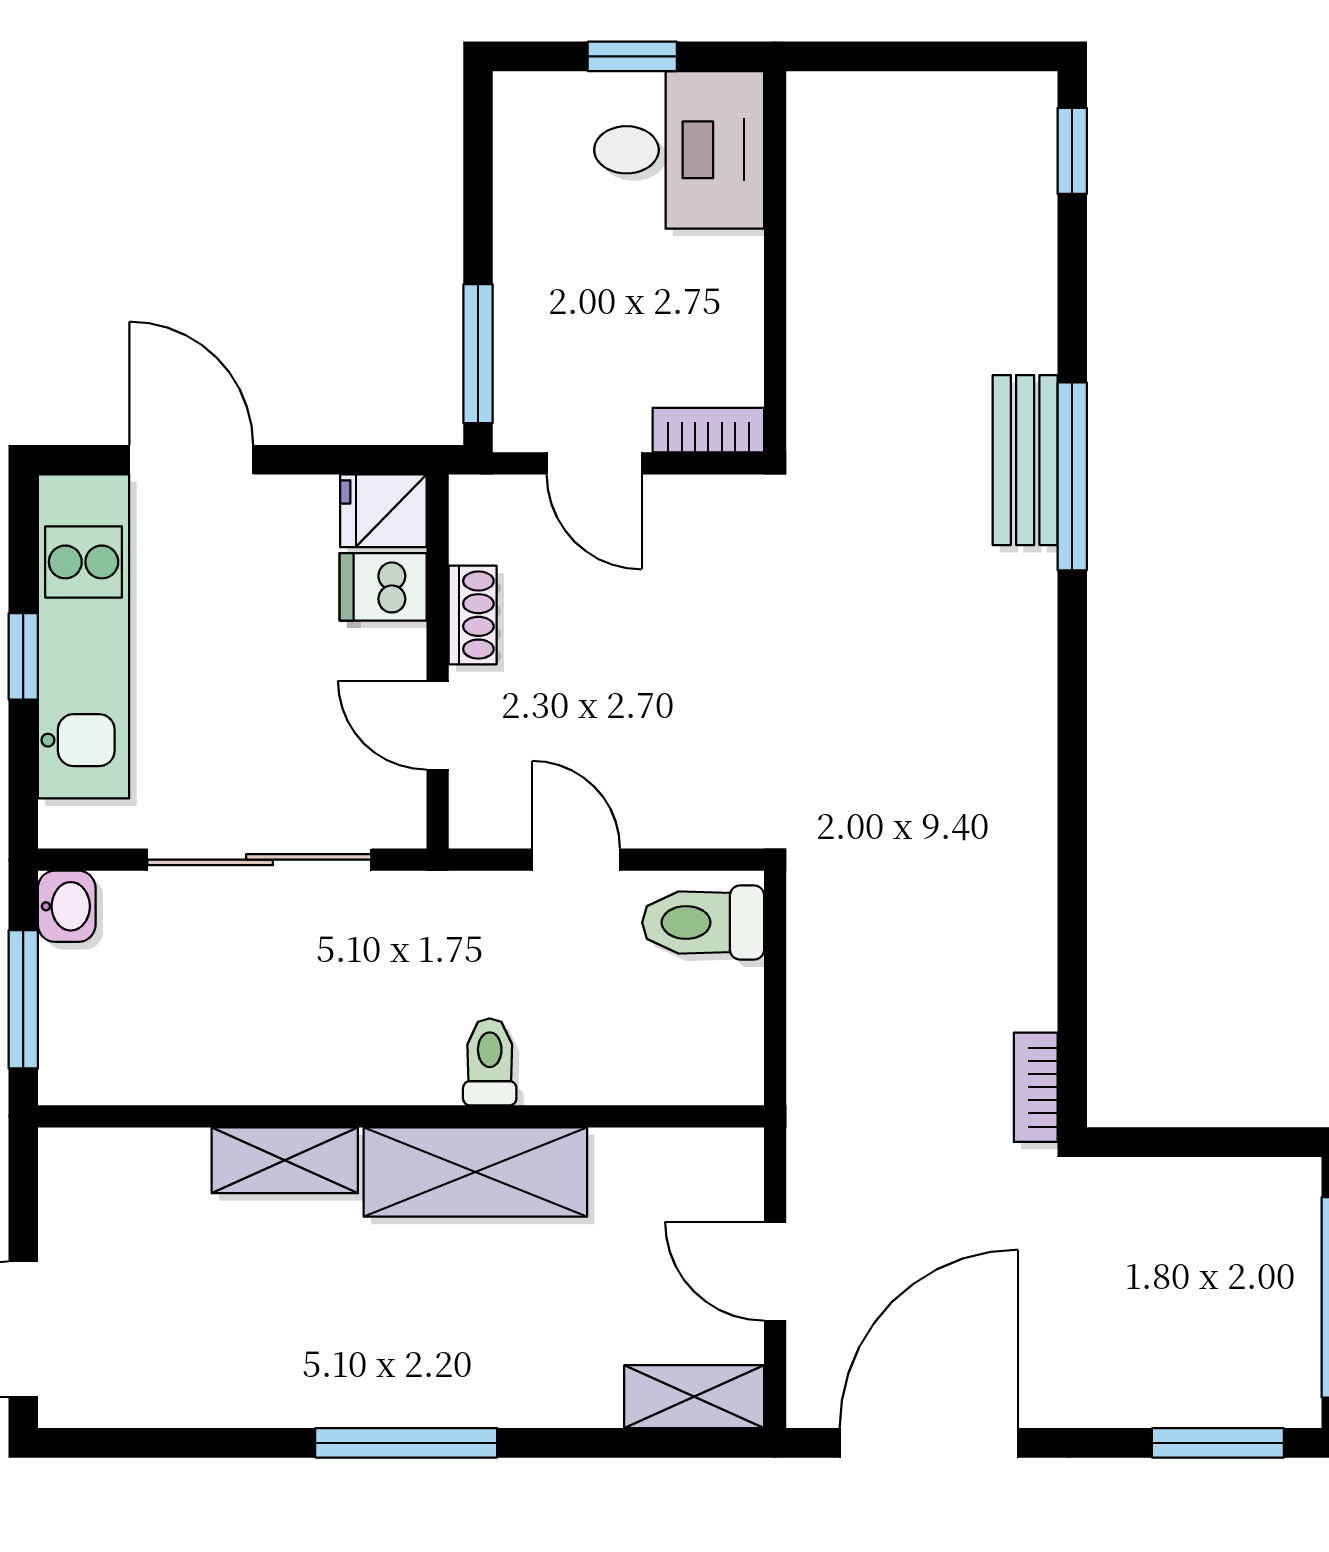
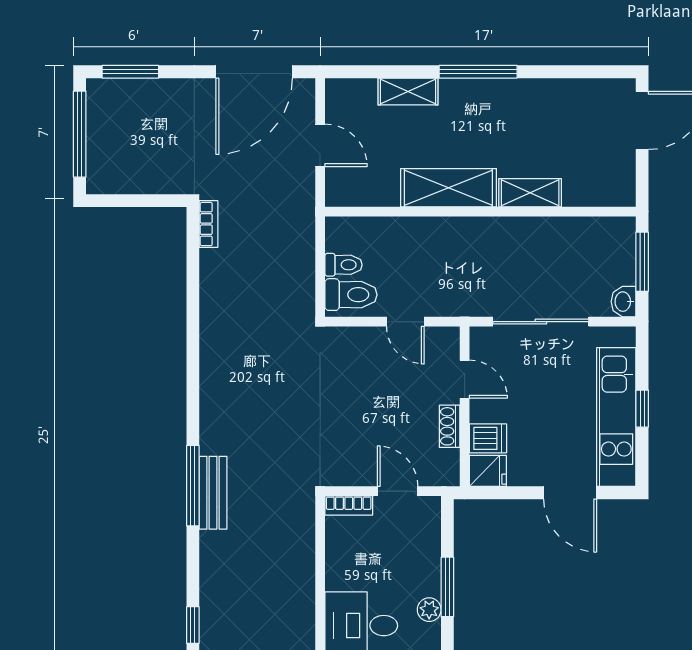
plant: (520, 187) -> (429, 610), added
window: (478, 354) -> (447, 587), moved
toilet: (490, 1062) -> (343, 265), moved, turned -90
shelving: (694, 1397) -> (408, 92), moved

